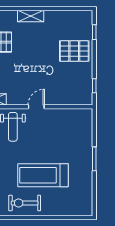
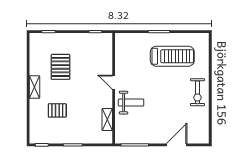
pallet: (74, 51) -> (61, 67), moved
treadmill: (43, 175) -> (172, 56), moved, turned -90

